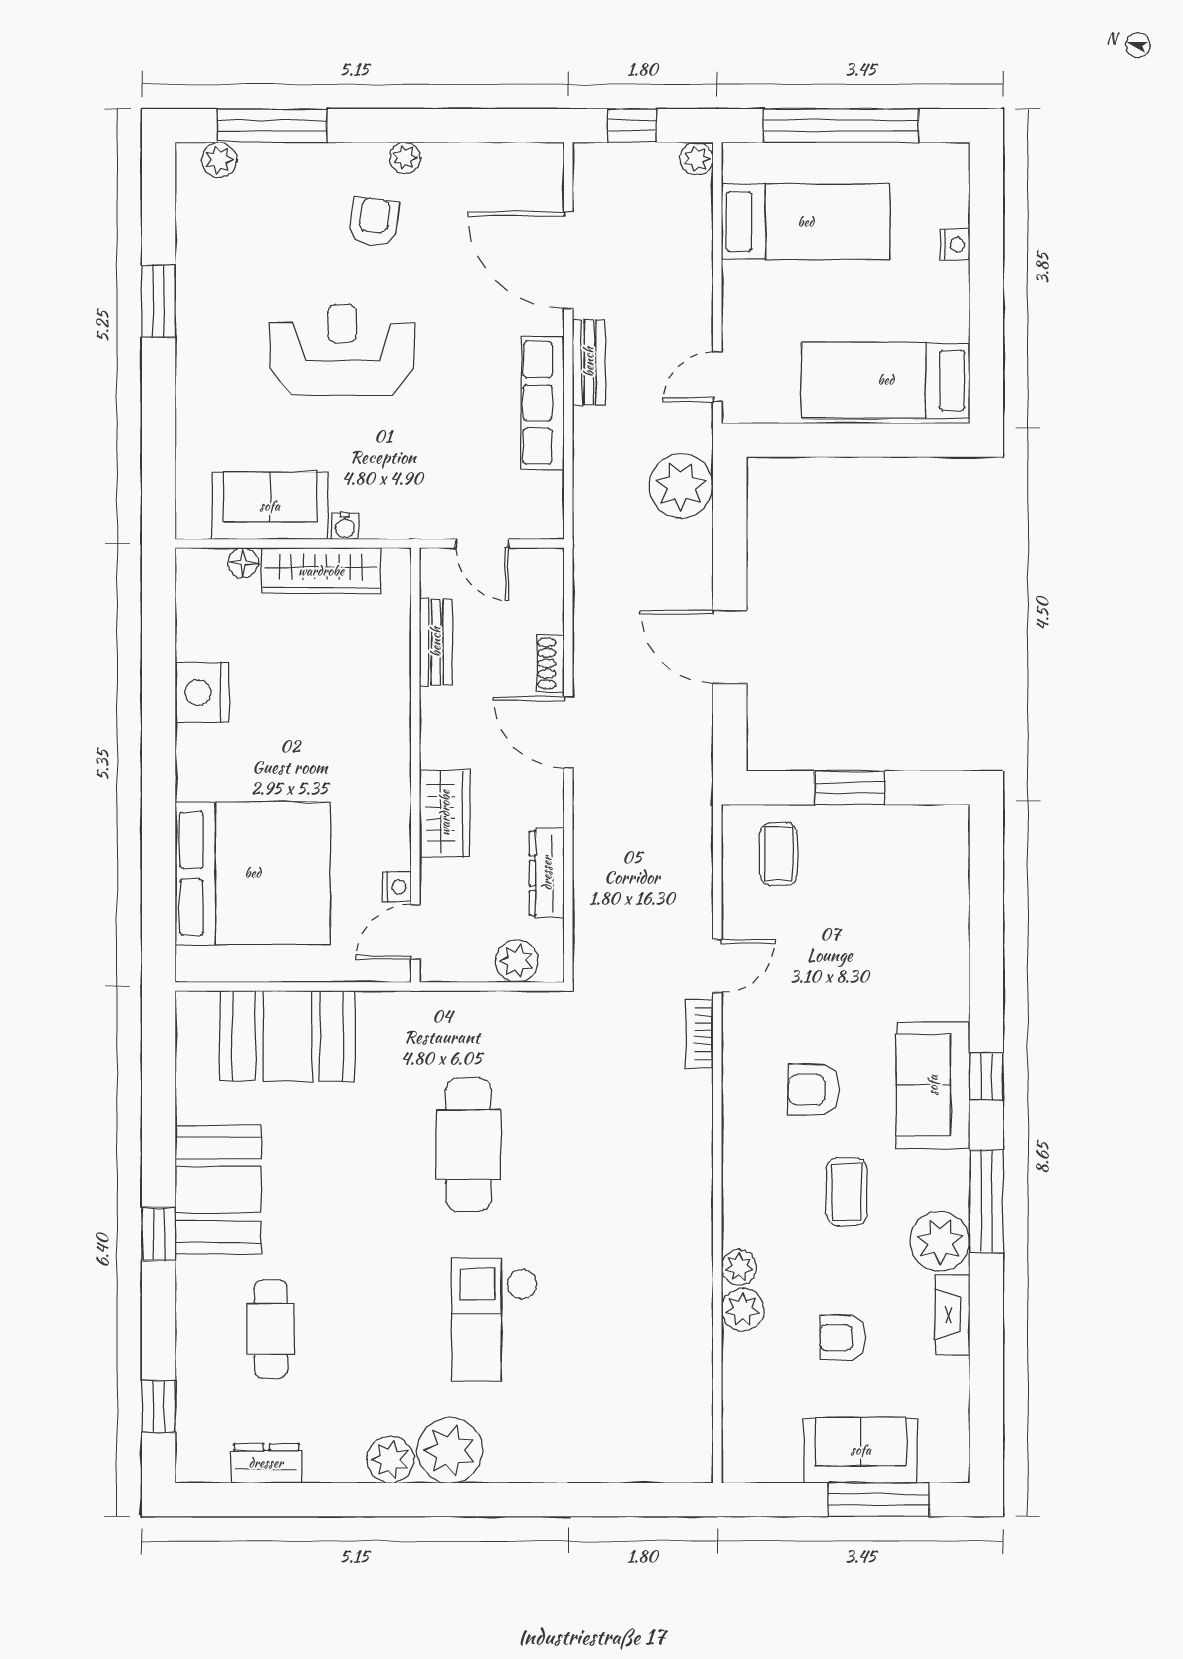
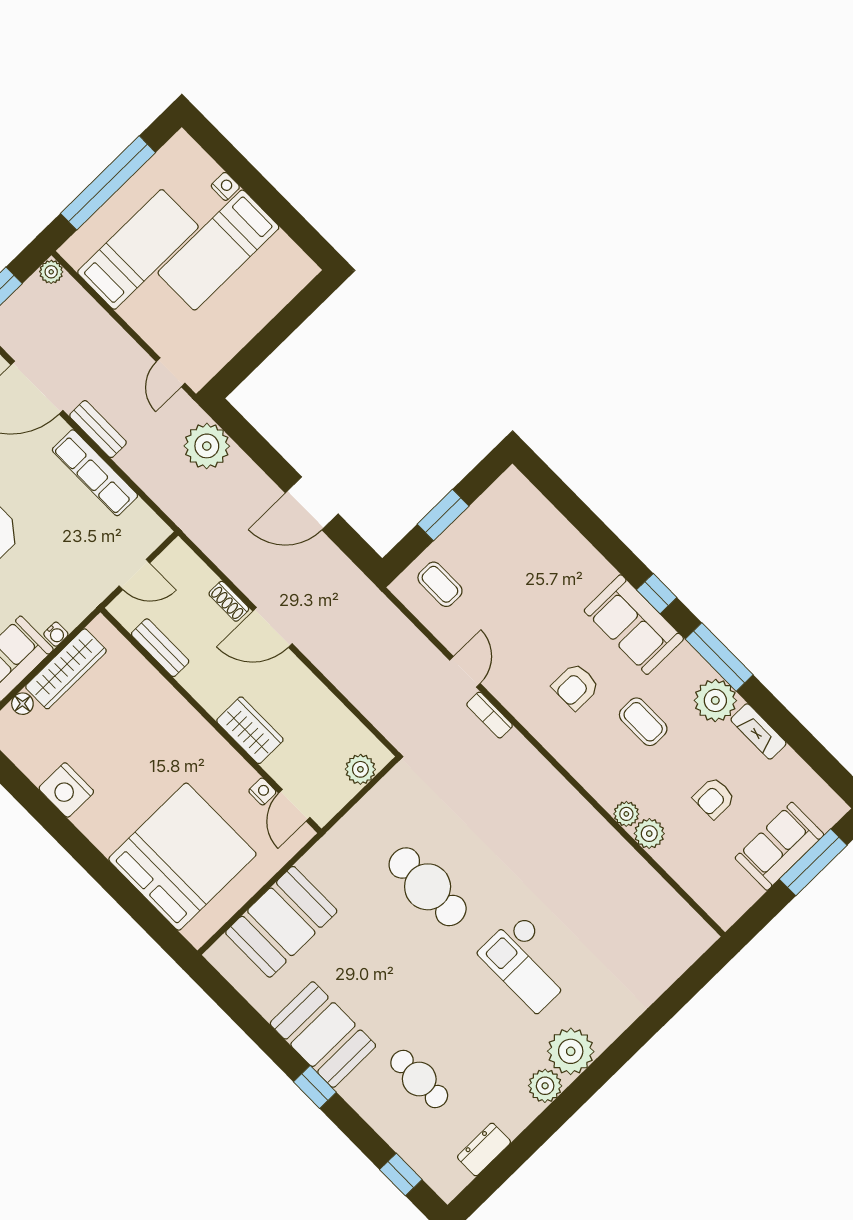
bed: (886, 380) -> (218, 250), moved
dresser: (547, 873) -> (332, 710), removed

